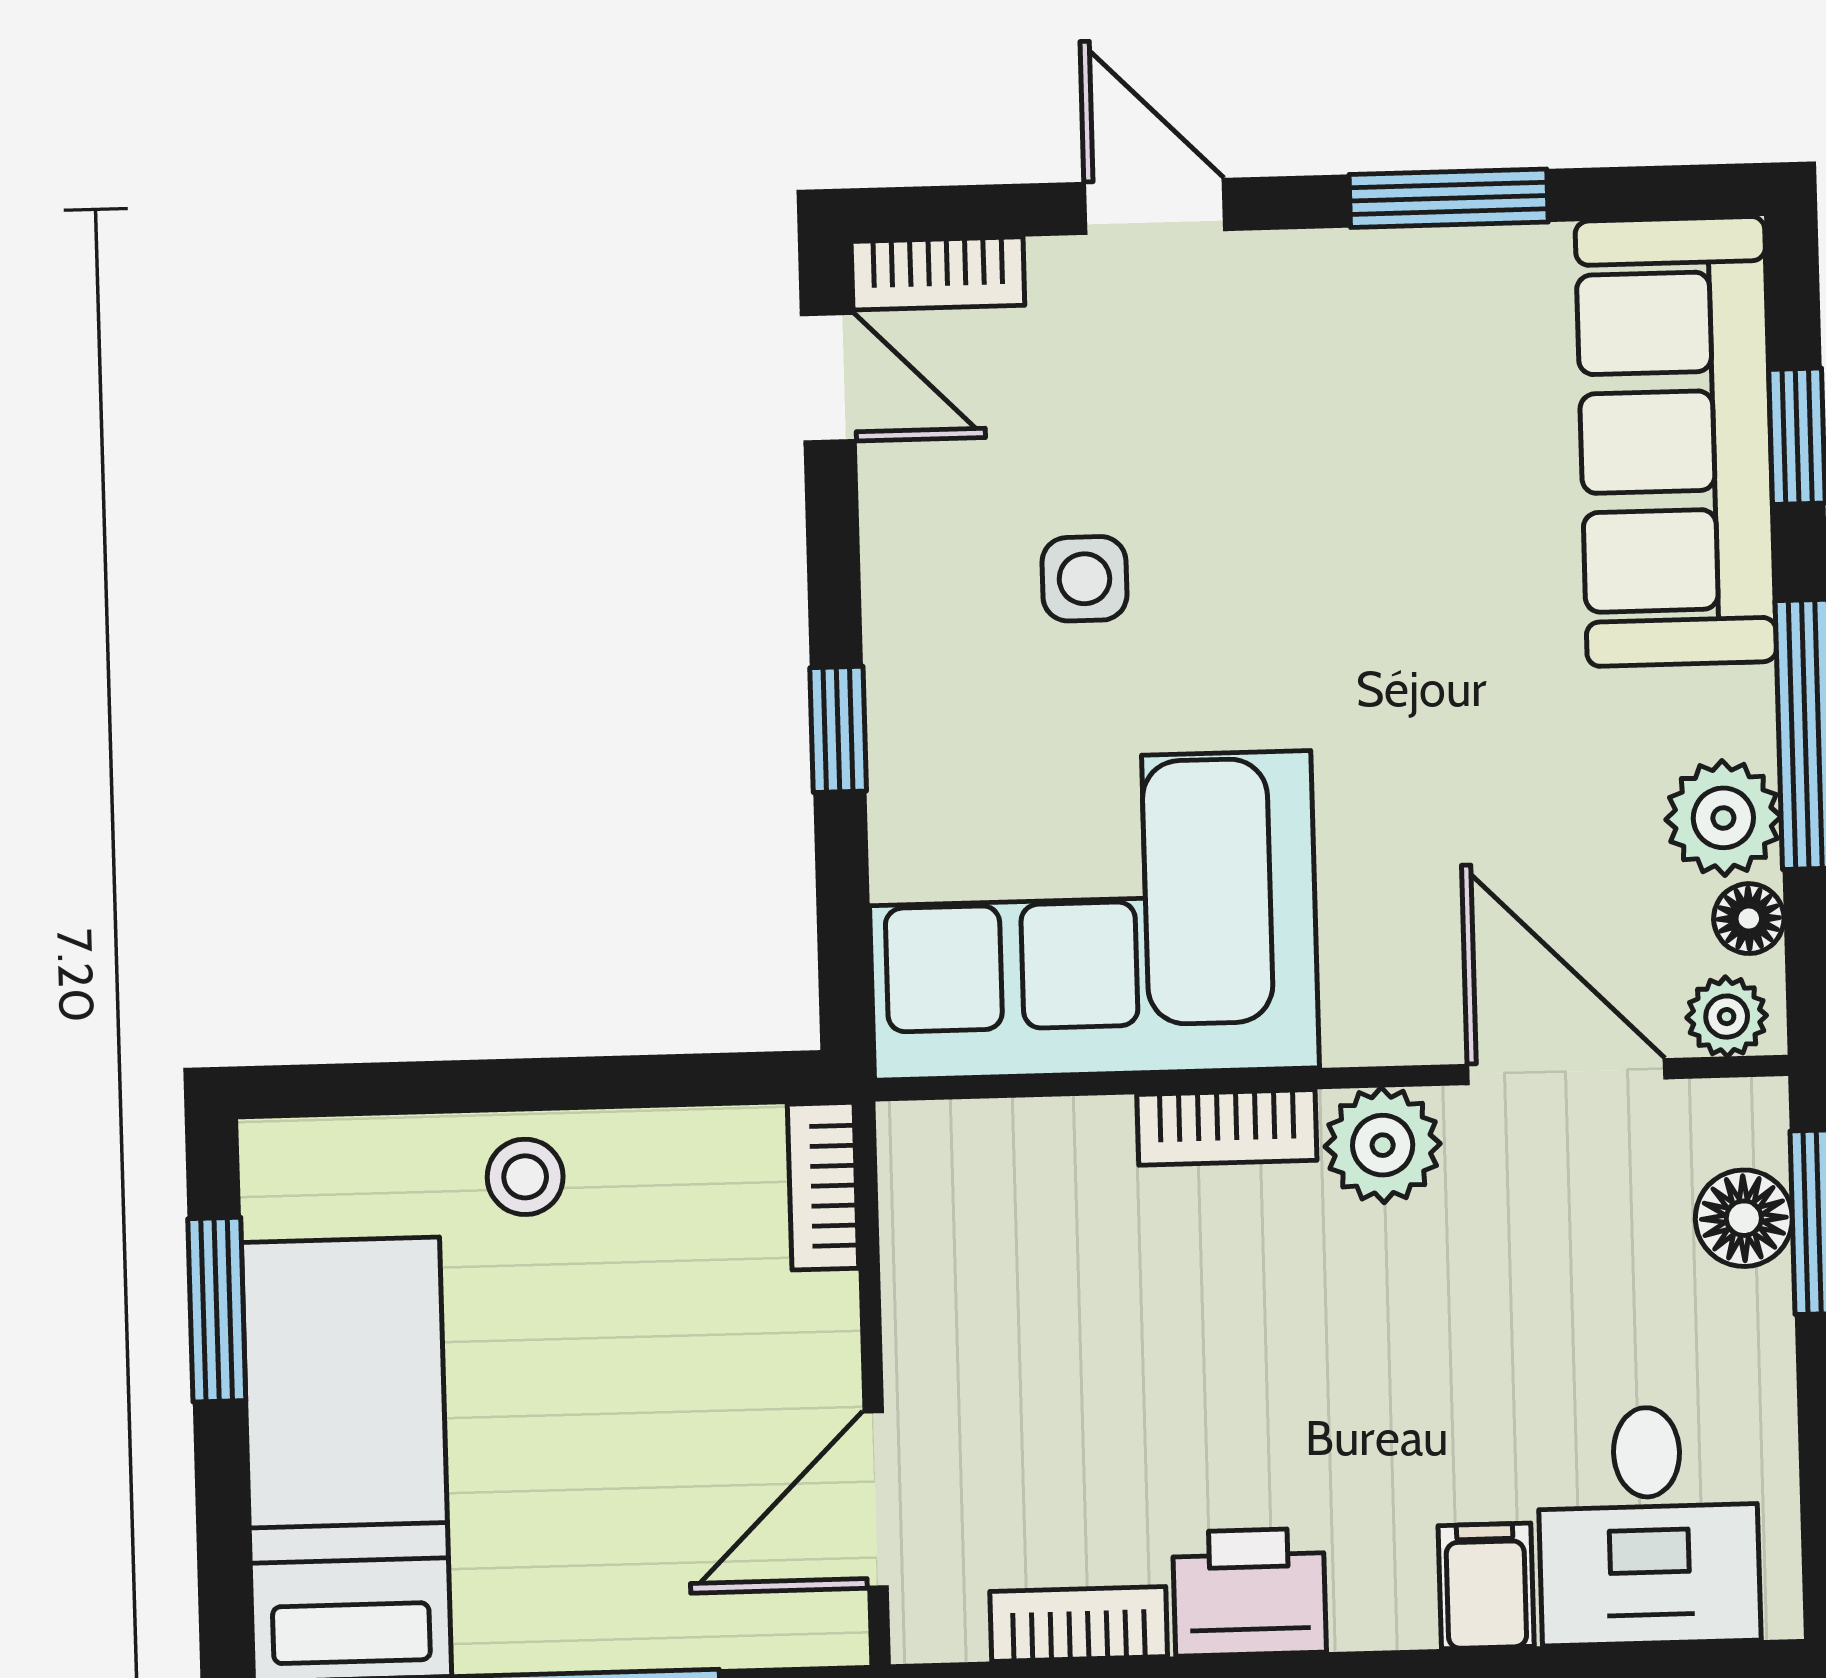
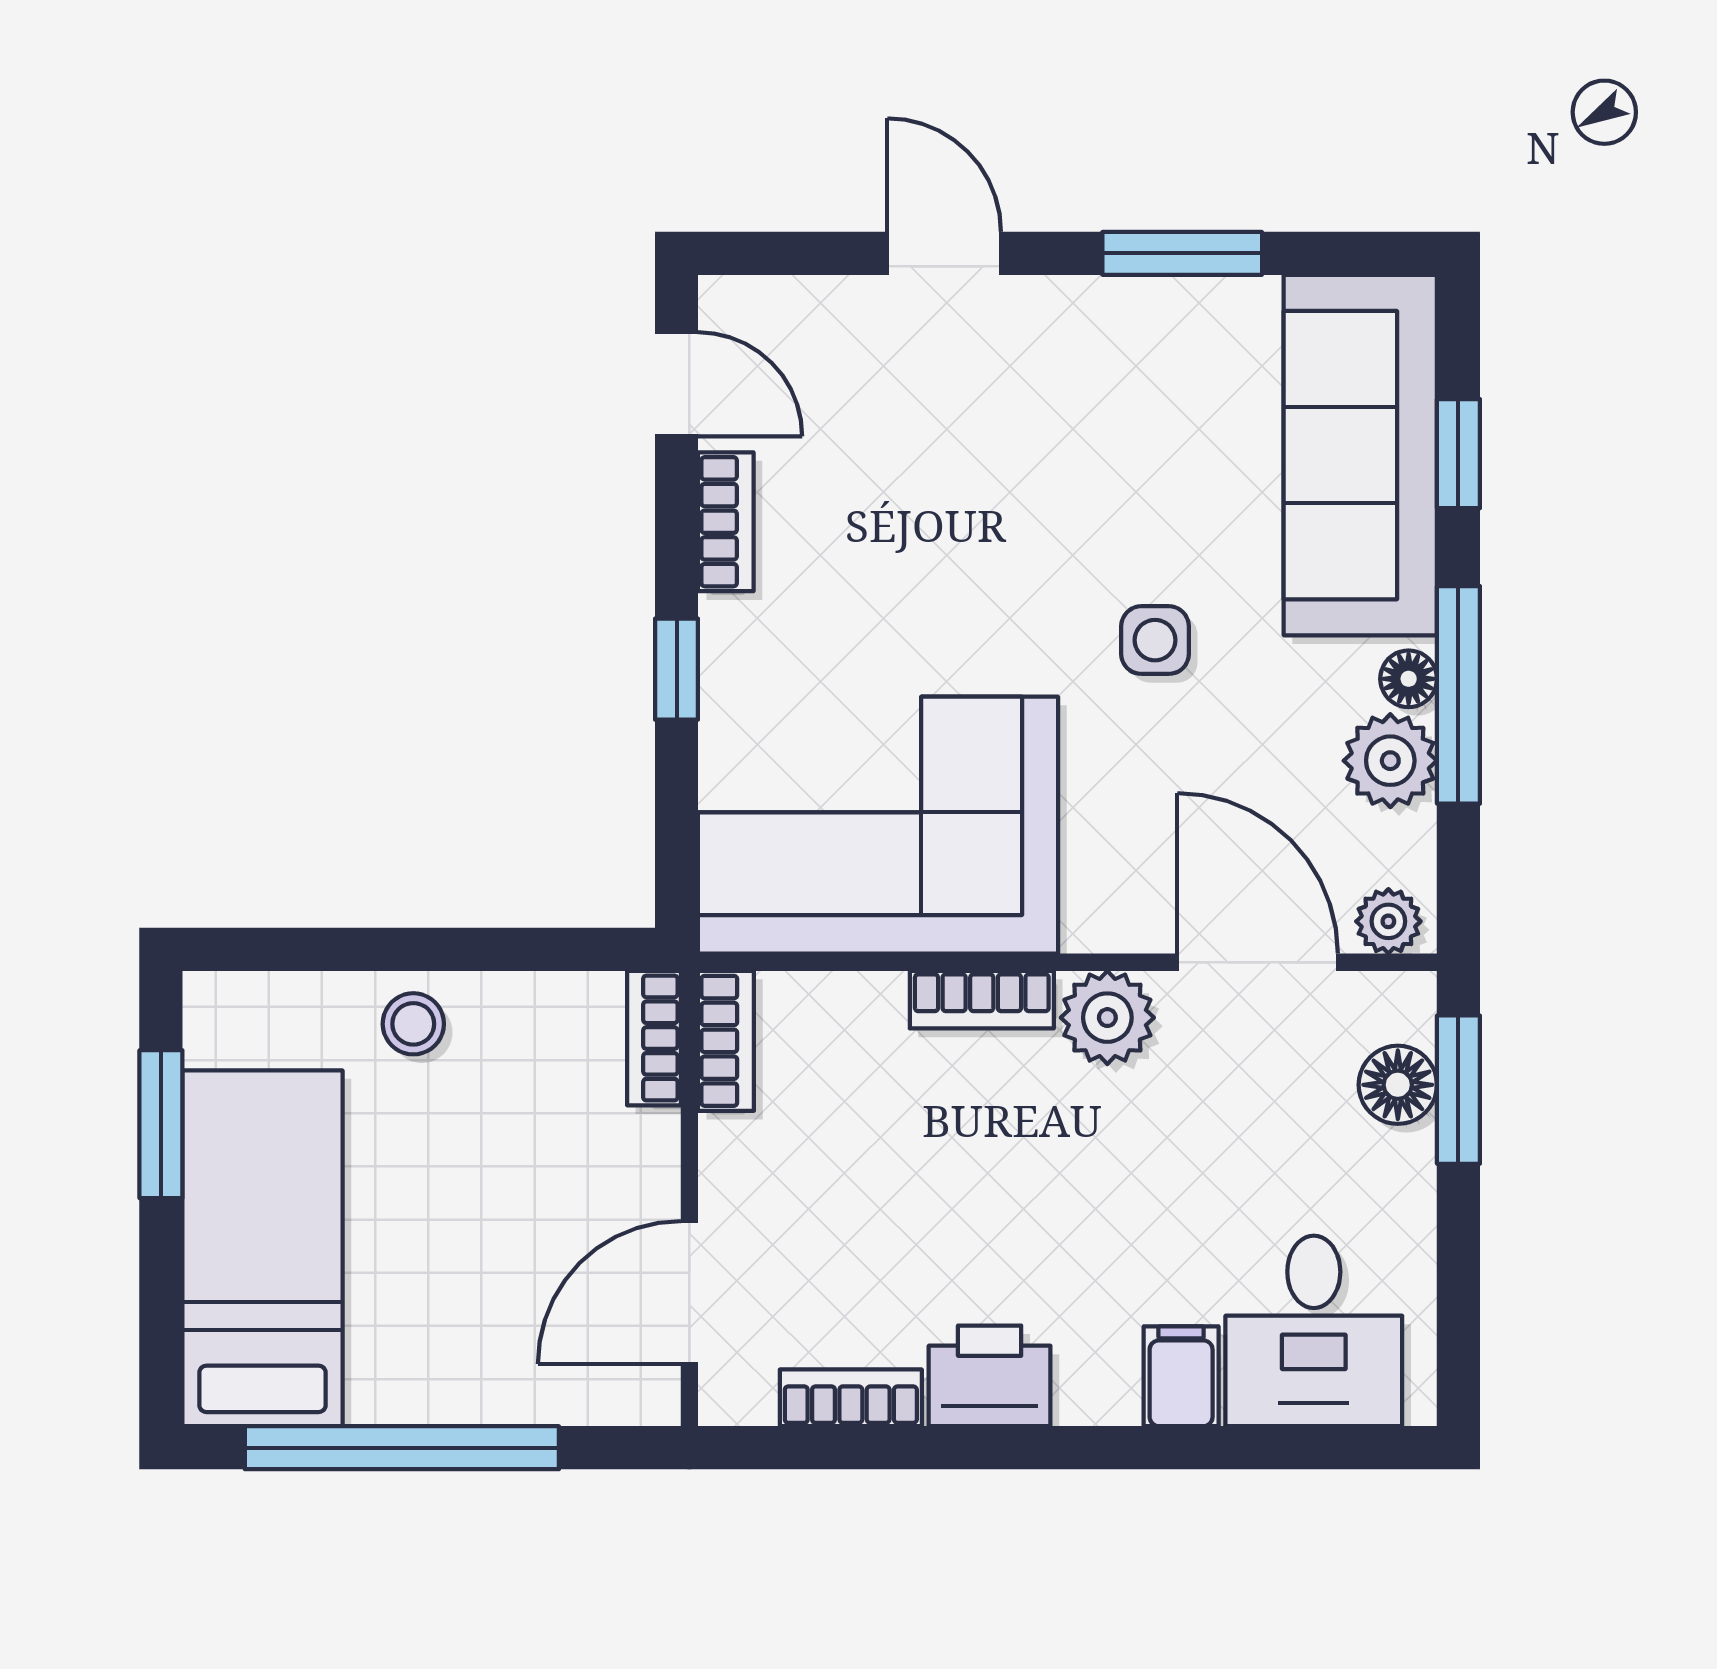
bookcase: (938, 273) -> (726, 522), moved, turned -90
side table: (1084, 579) -> (1155, 640), moved
floor lamp: (1749, 919) -> (1409, 679), moved
bookcase: (912, 1187) -> (726, 1041), added

